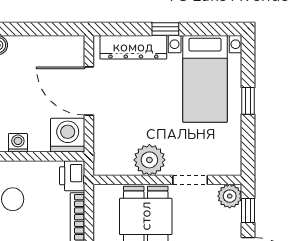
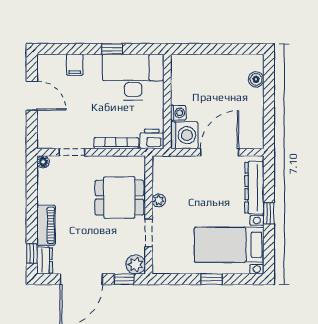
washing machine: (18, 143) -> (178, 113), moved
plant: (149, 160) -> (159, 200), width x0.53, depth x0.53

